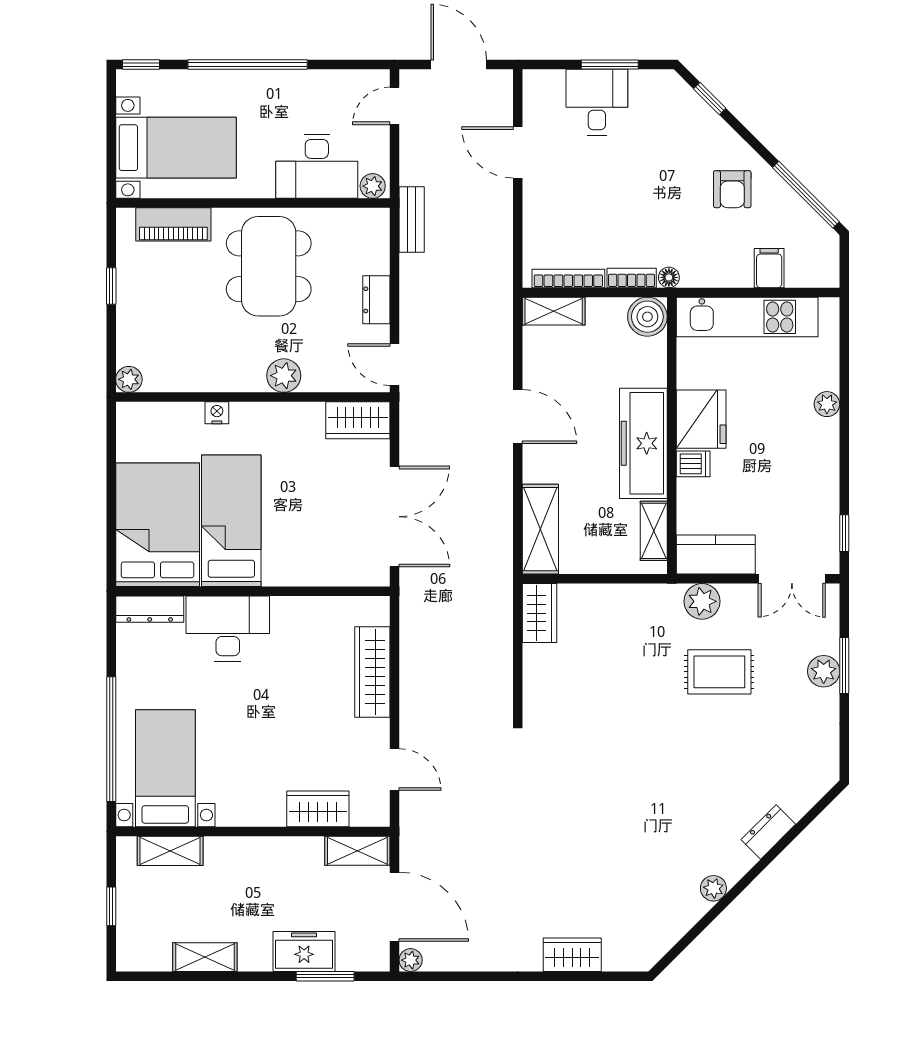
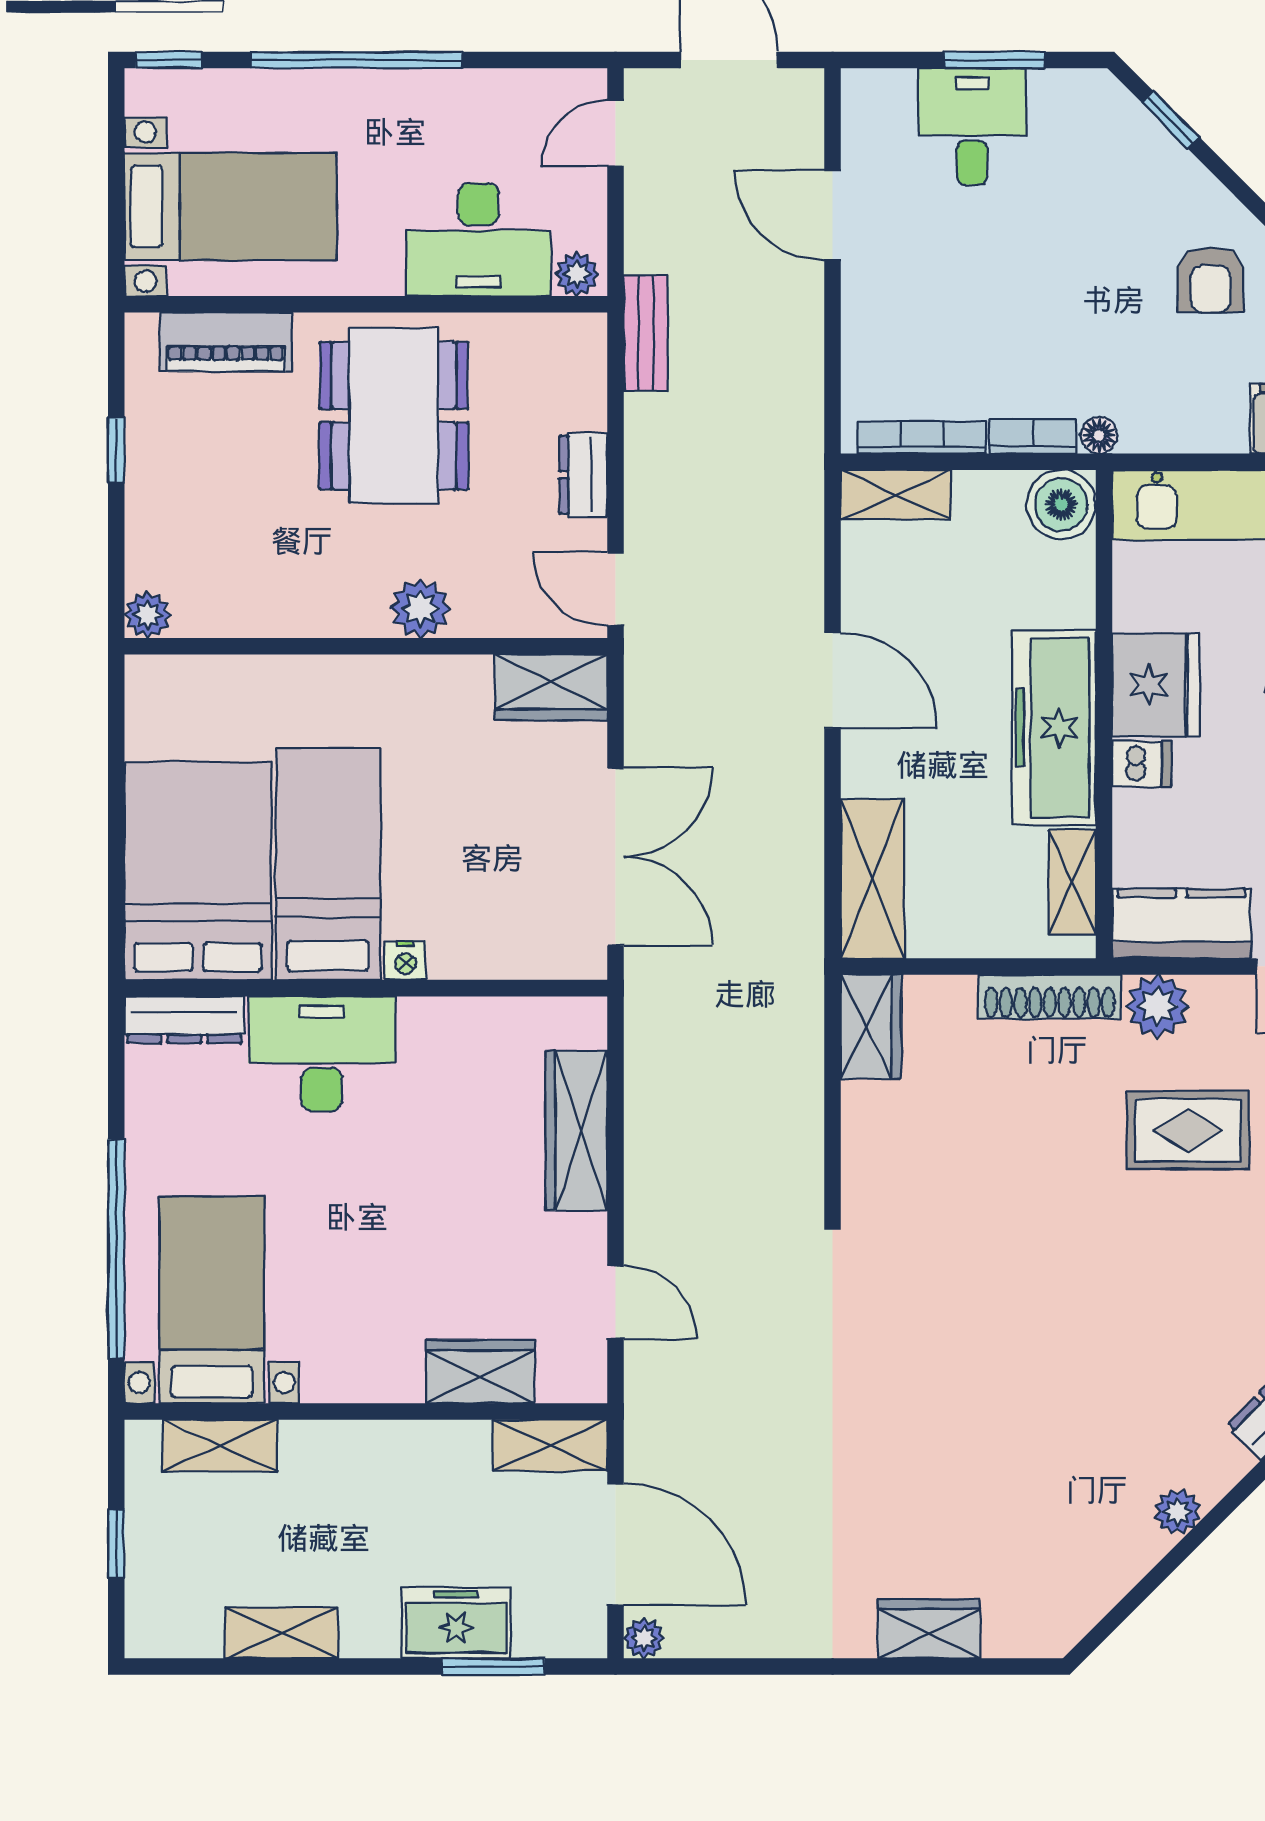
nightstand: (217, 413) -> (405, 960), moved, turned 180
shoe rack: (641, 596) -> (1050, 997), added

